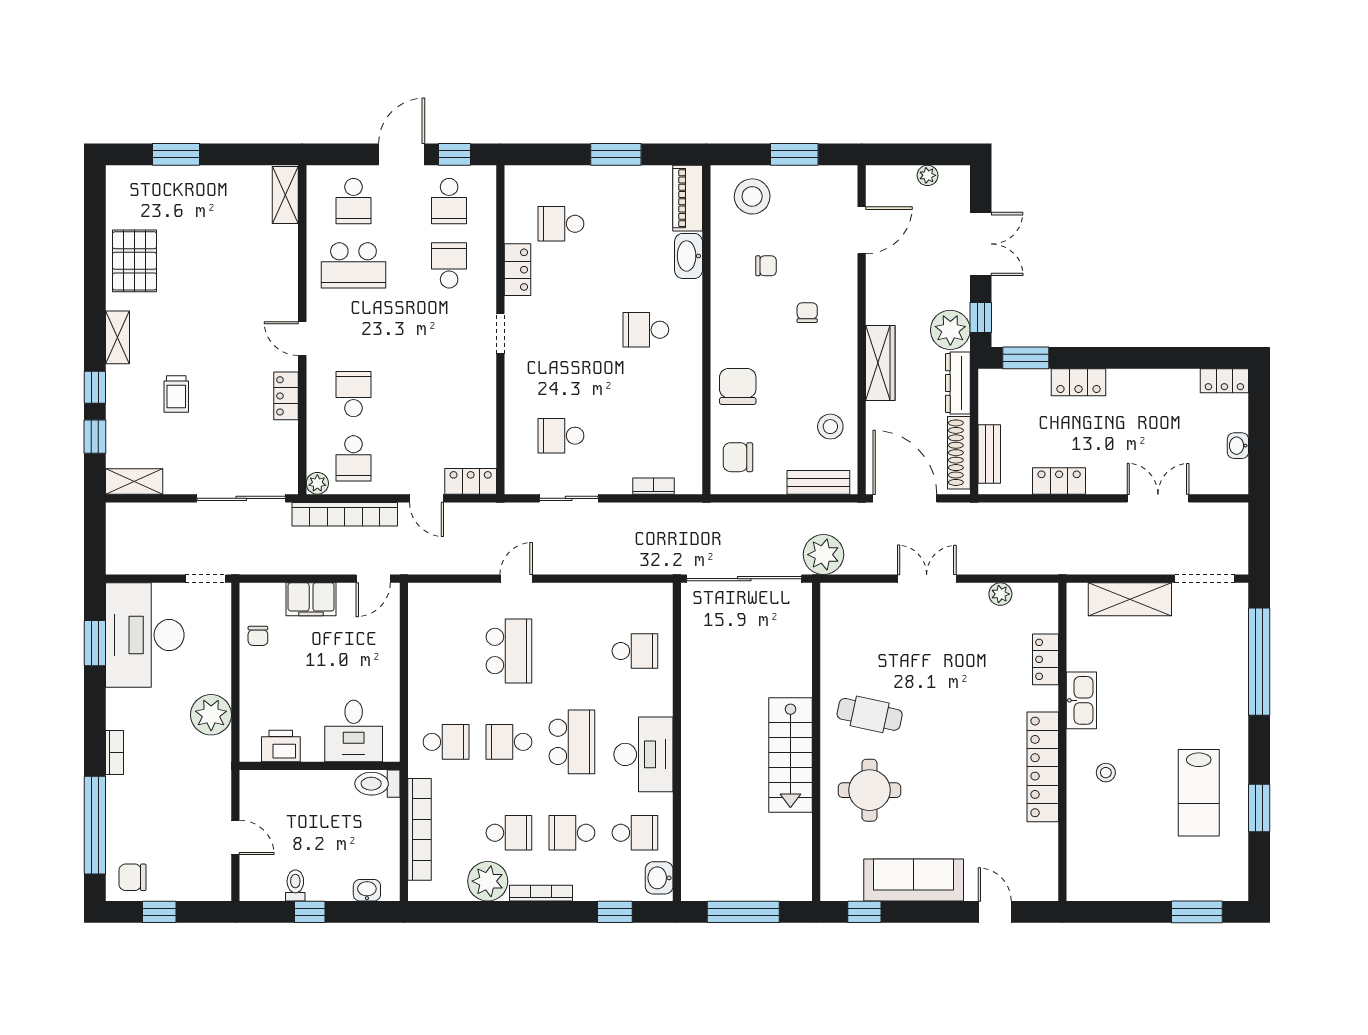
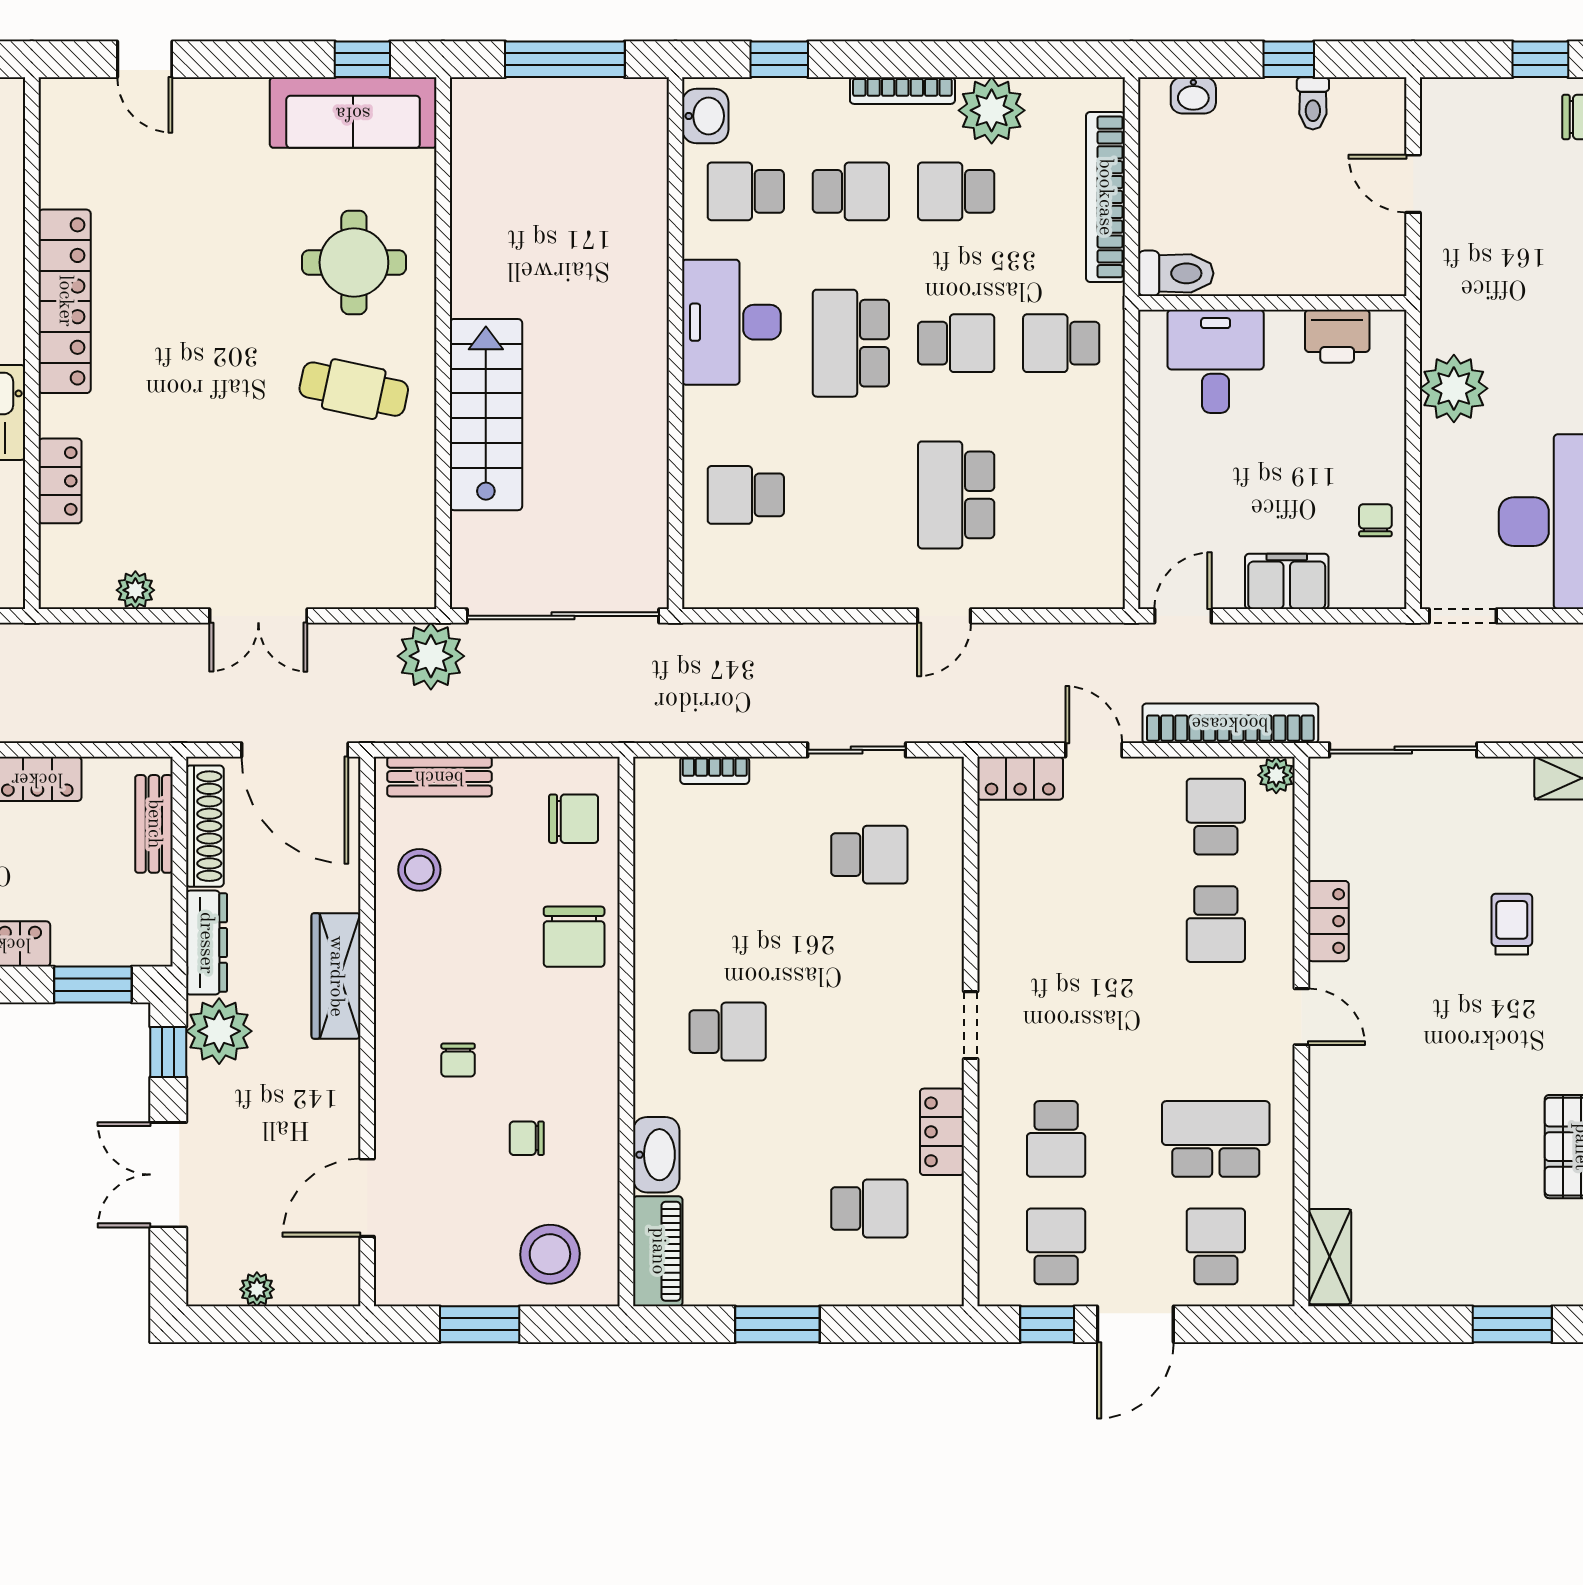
stairs: (790, 755) -> (486, 415), moved
sofa: (914, 880) -> (353, 113), moved

